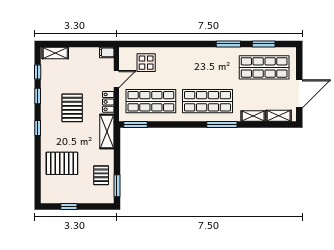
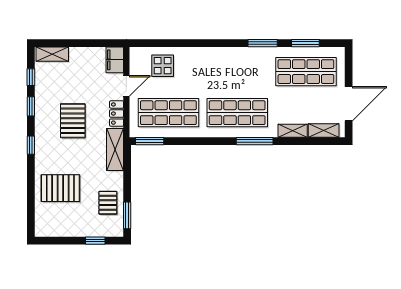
filing cabinet: (107, 52) -> (115, 60), width x2.00
window: (69, 206) -> (95, 241), moved

